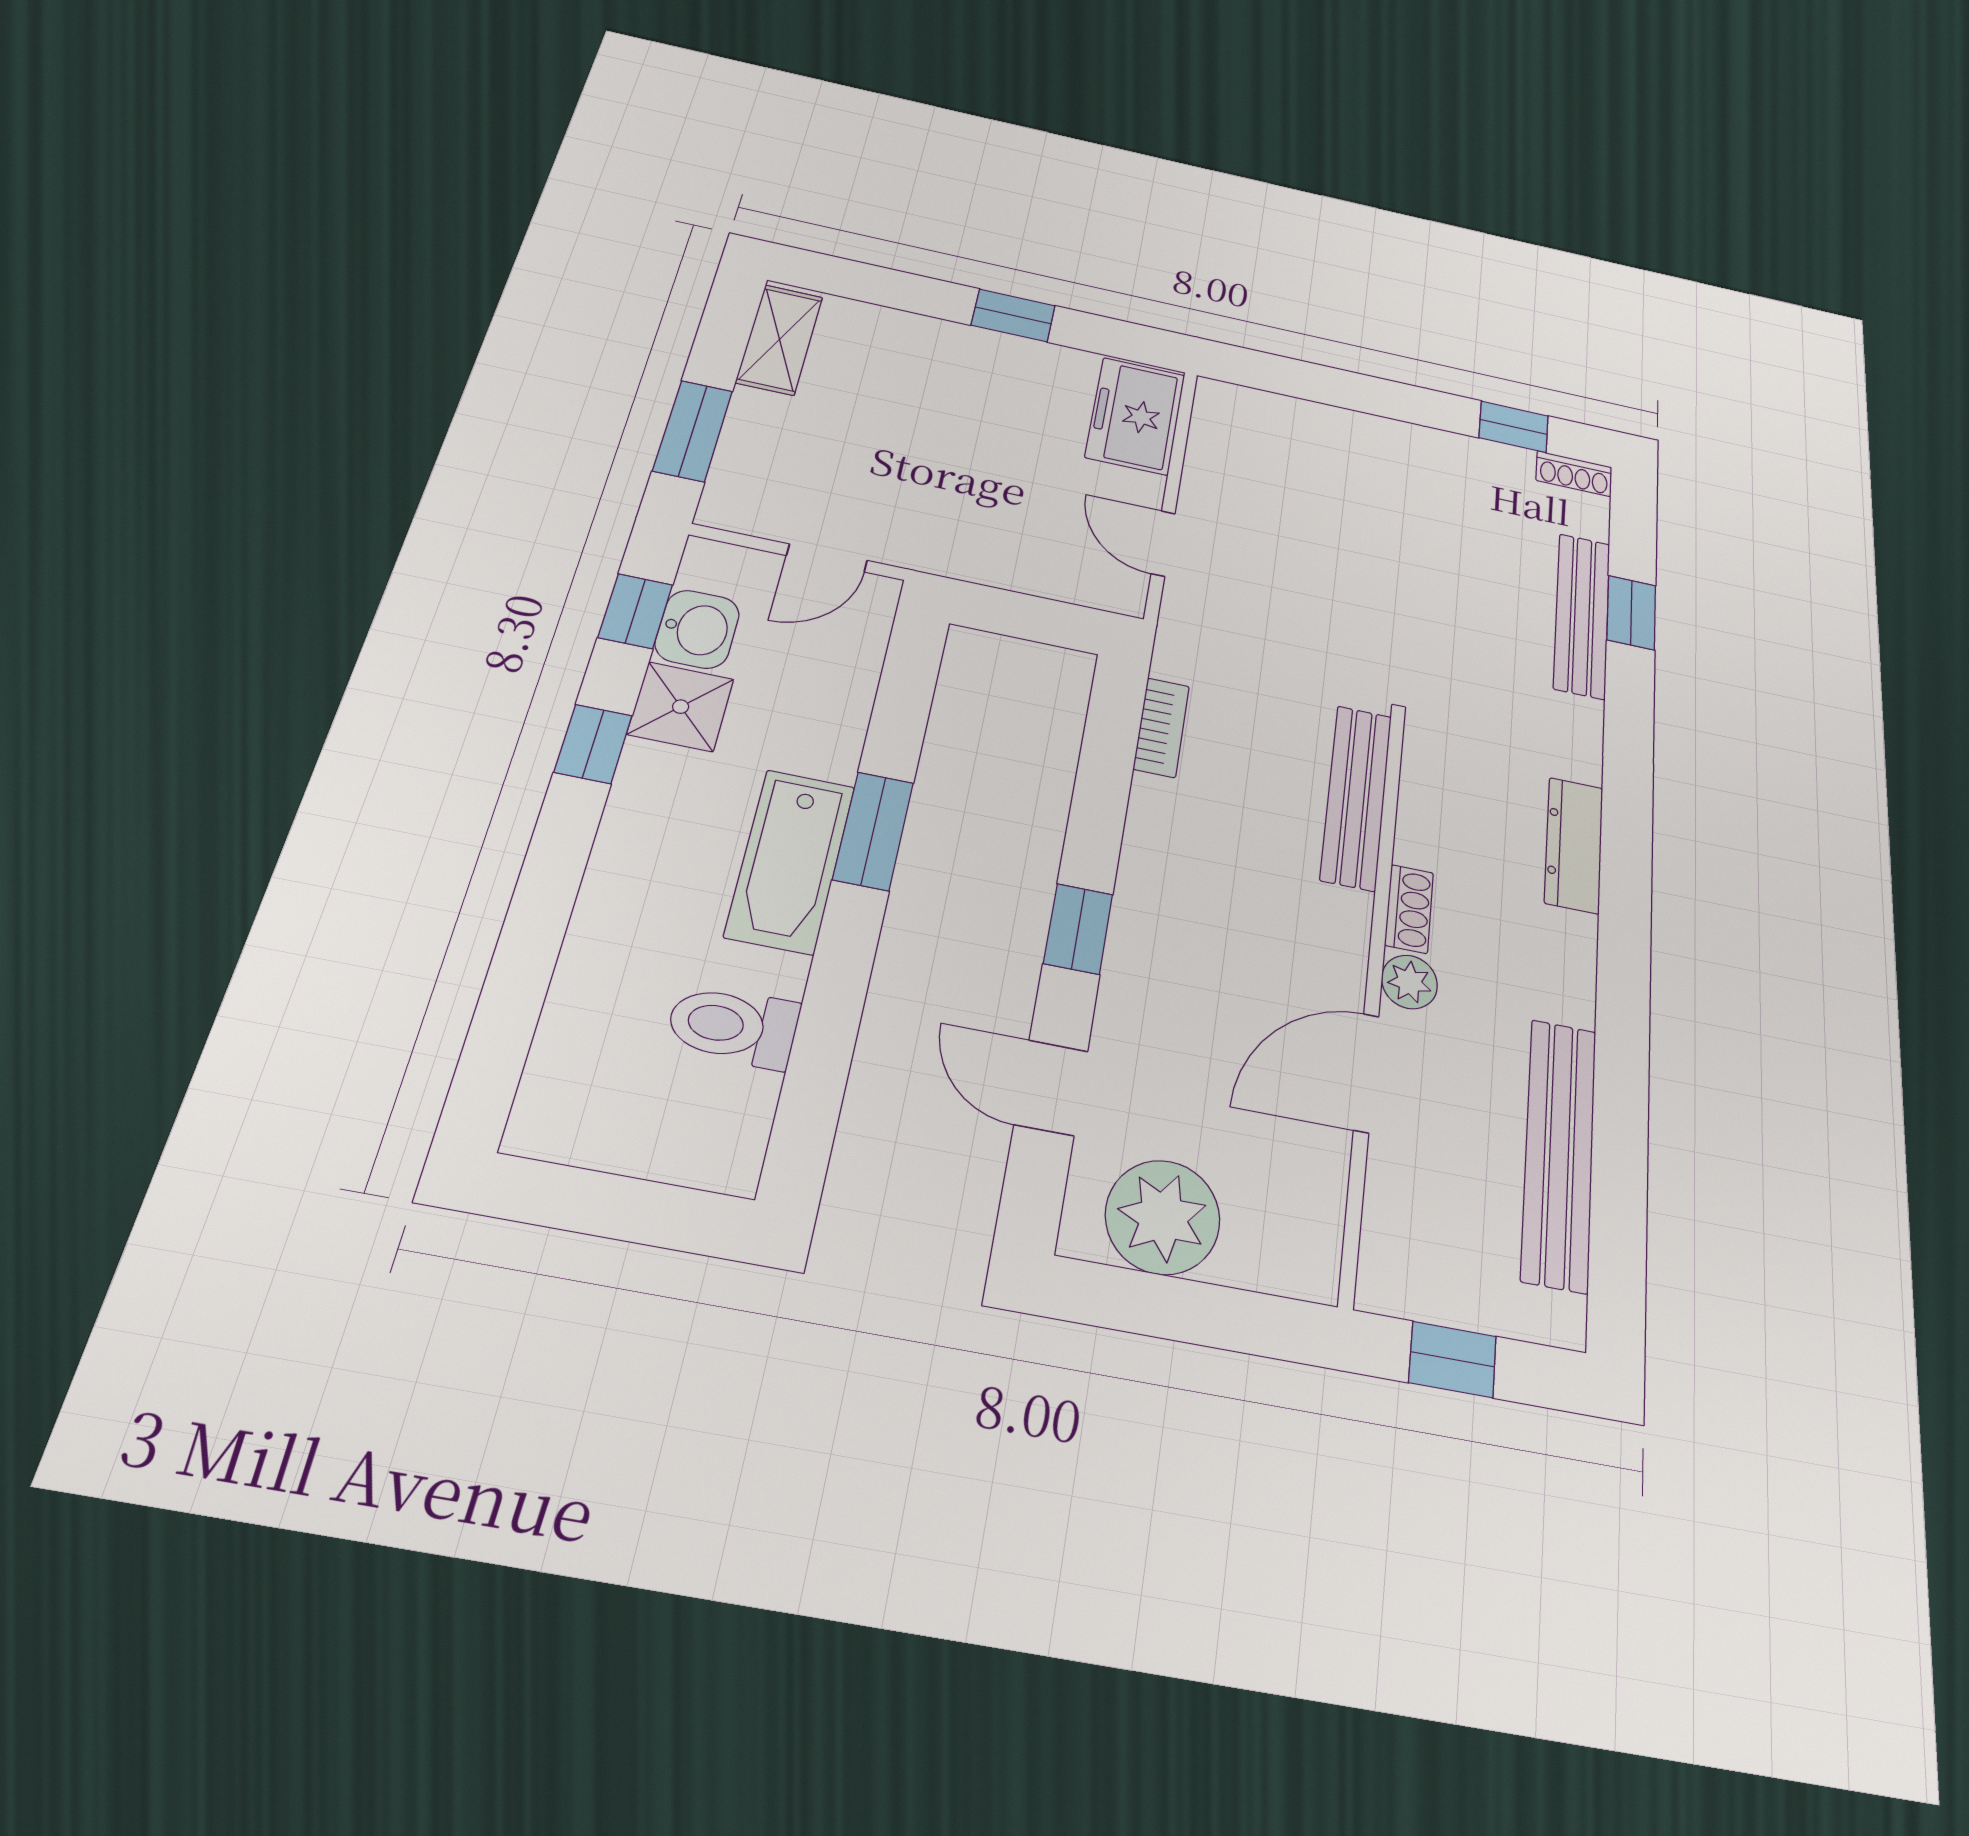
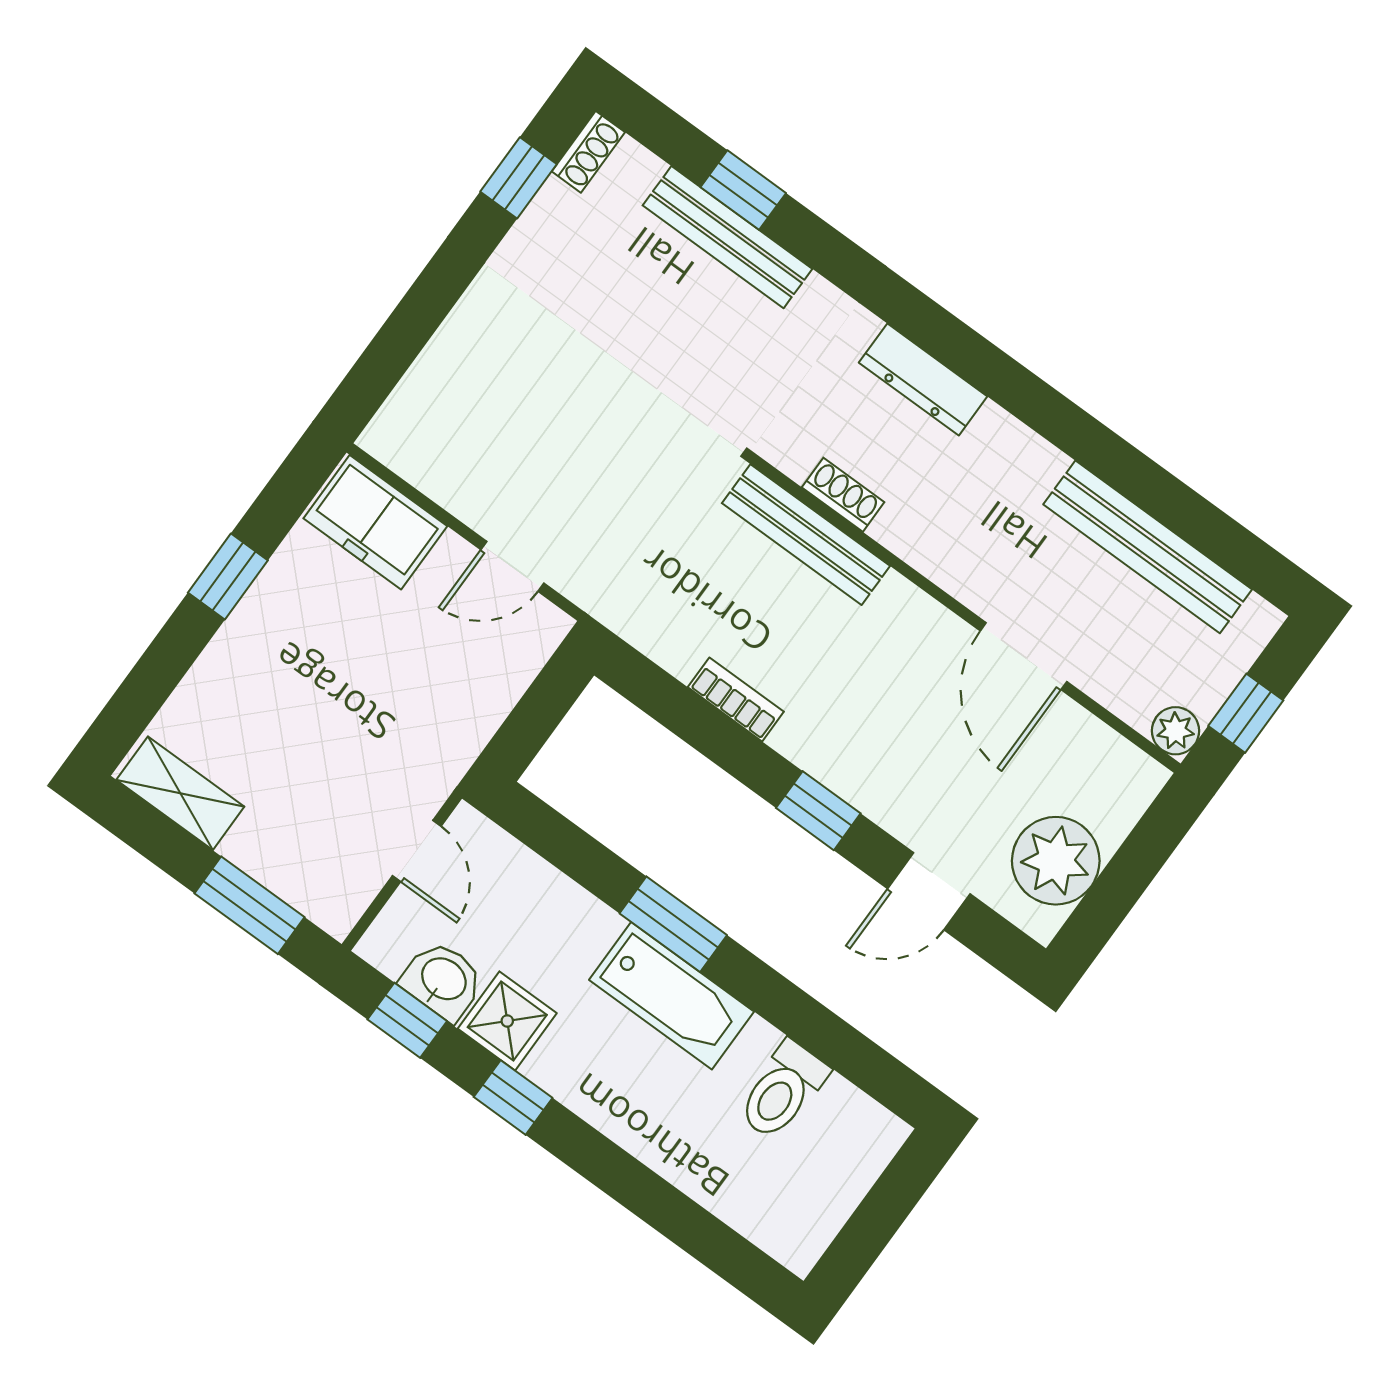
bookcase: (1161, 727) -> (736, 699), moved
shoe rack: (1409, 909) -> (843, 495), moved
plant: (1409, 982) -> (1176, 731), moved

